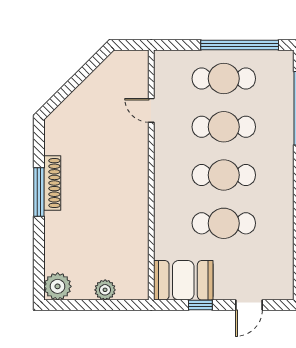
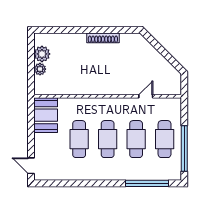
window: (39, 192) -> (98, 30), removed
plant: (58, 286) -> (42, 54), moved
window: (200, 305) -> (31, 125), removed
door: (249, 305) -> (31, 166), moved

